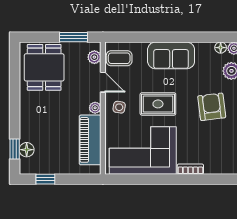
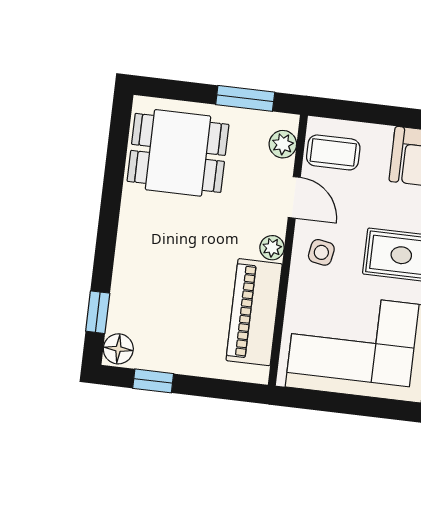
dining table: (44, 67) -> (178, 153), turned 90
floor lamp: (27, 150) -> (118, 349), moved

